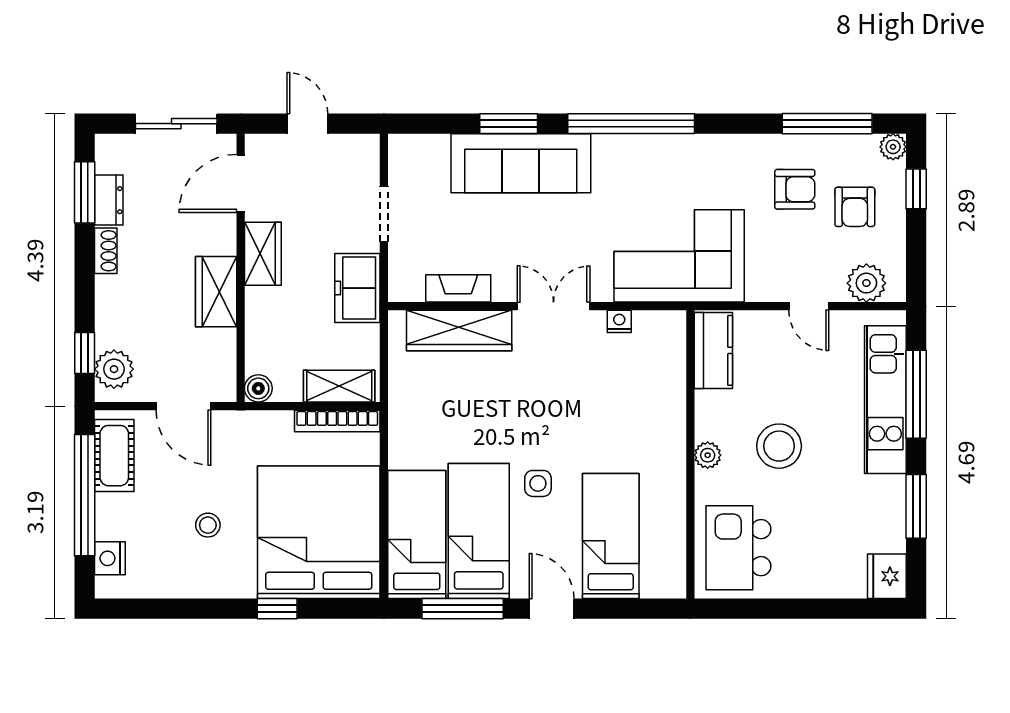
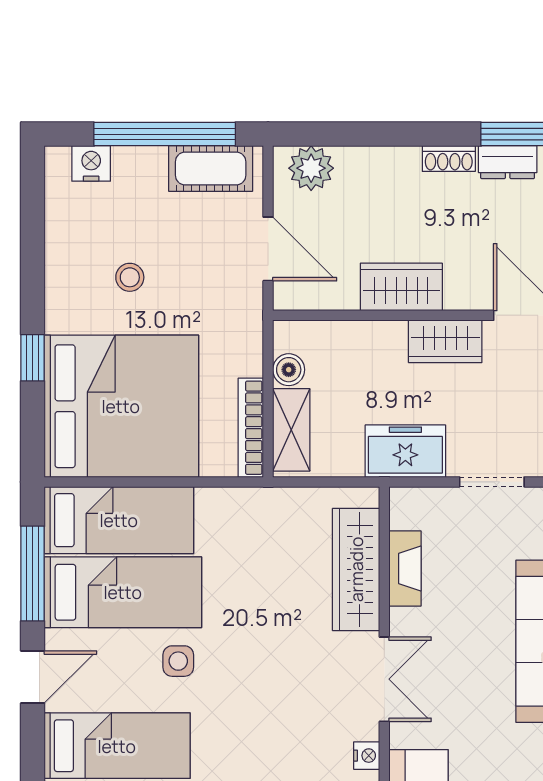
window: (85, 353) -> (330, 134), removed
boiler: (258, 388) -> (289, 370), moved
door: (183, 406) -> (268, 249), swing flipped

